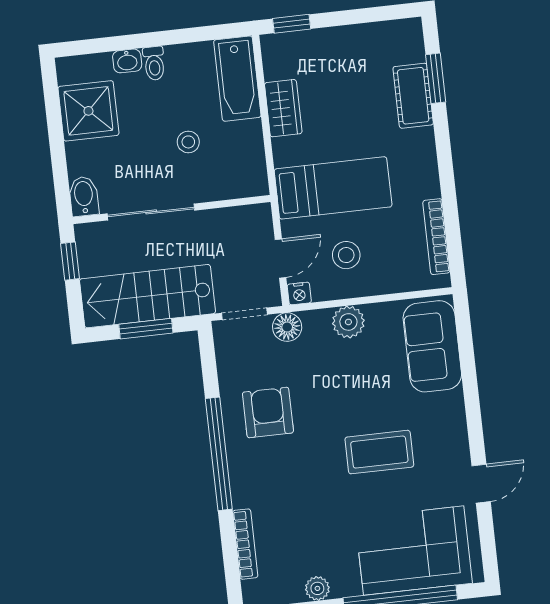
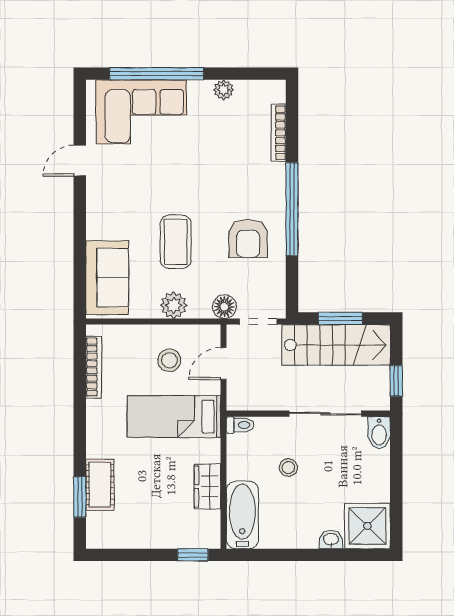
toilet: (154, 63) -> (240, 425), moved, turned 90
shower: (88, 111) -> (367, 526), moved
nightstand: (299, 293) -> (211, 333), removed
coffee table: (379, 452) -> (176, 242), moved, turned 90

